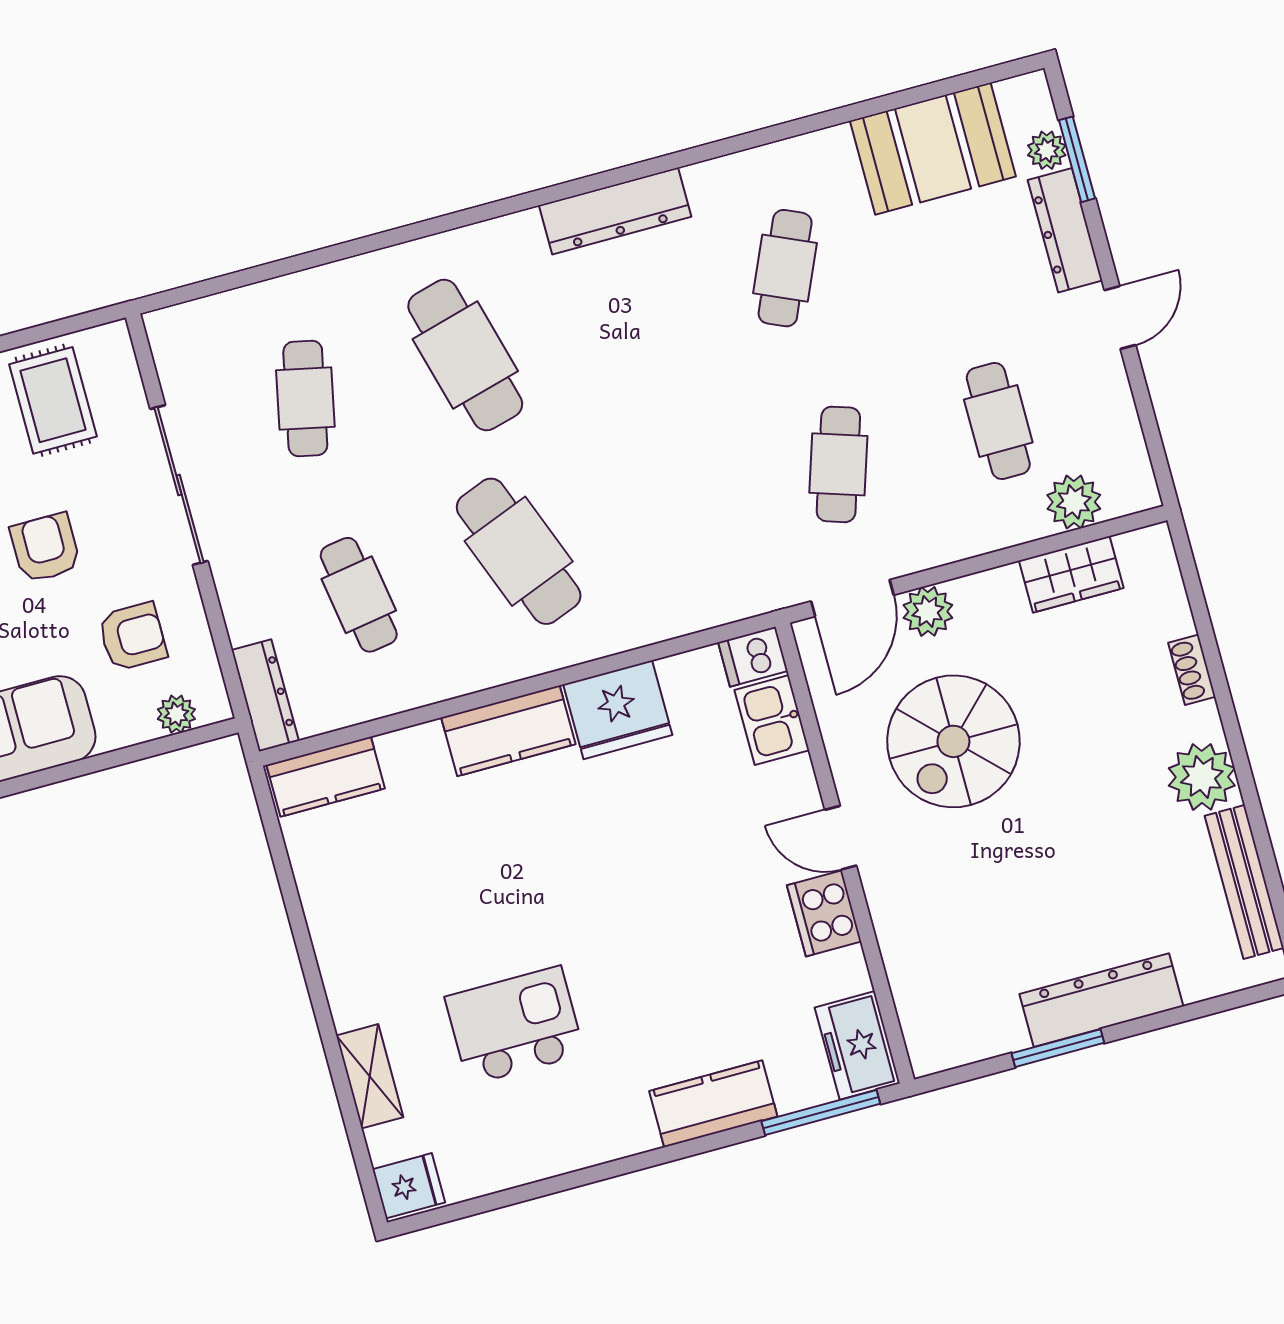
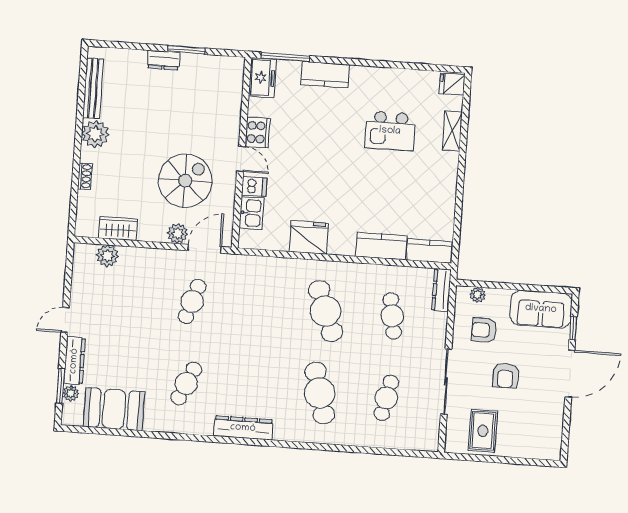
cafe table: (998, 421) -> (125, 297), removed
dishwasher: (753, 657) -> (254, 186), moved
kitchen counter: (508, 731) -> (381, 246), moved
dresser: (1101, 1000) -> (164, 60), width x0.51, depth x0.80

